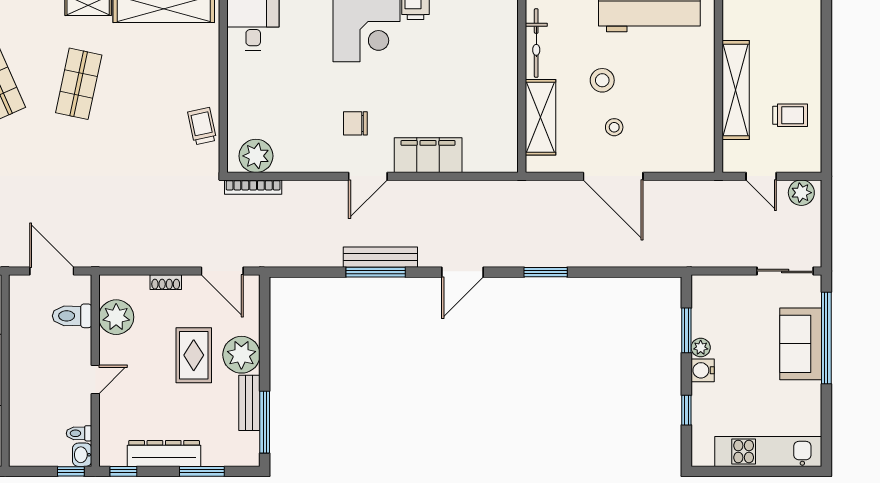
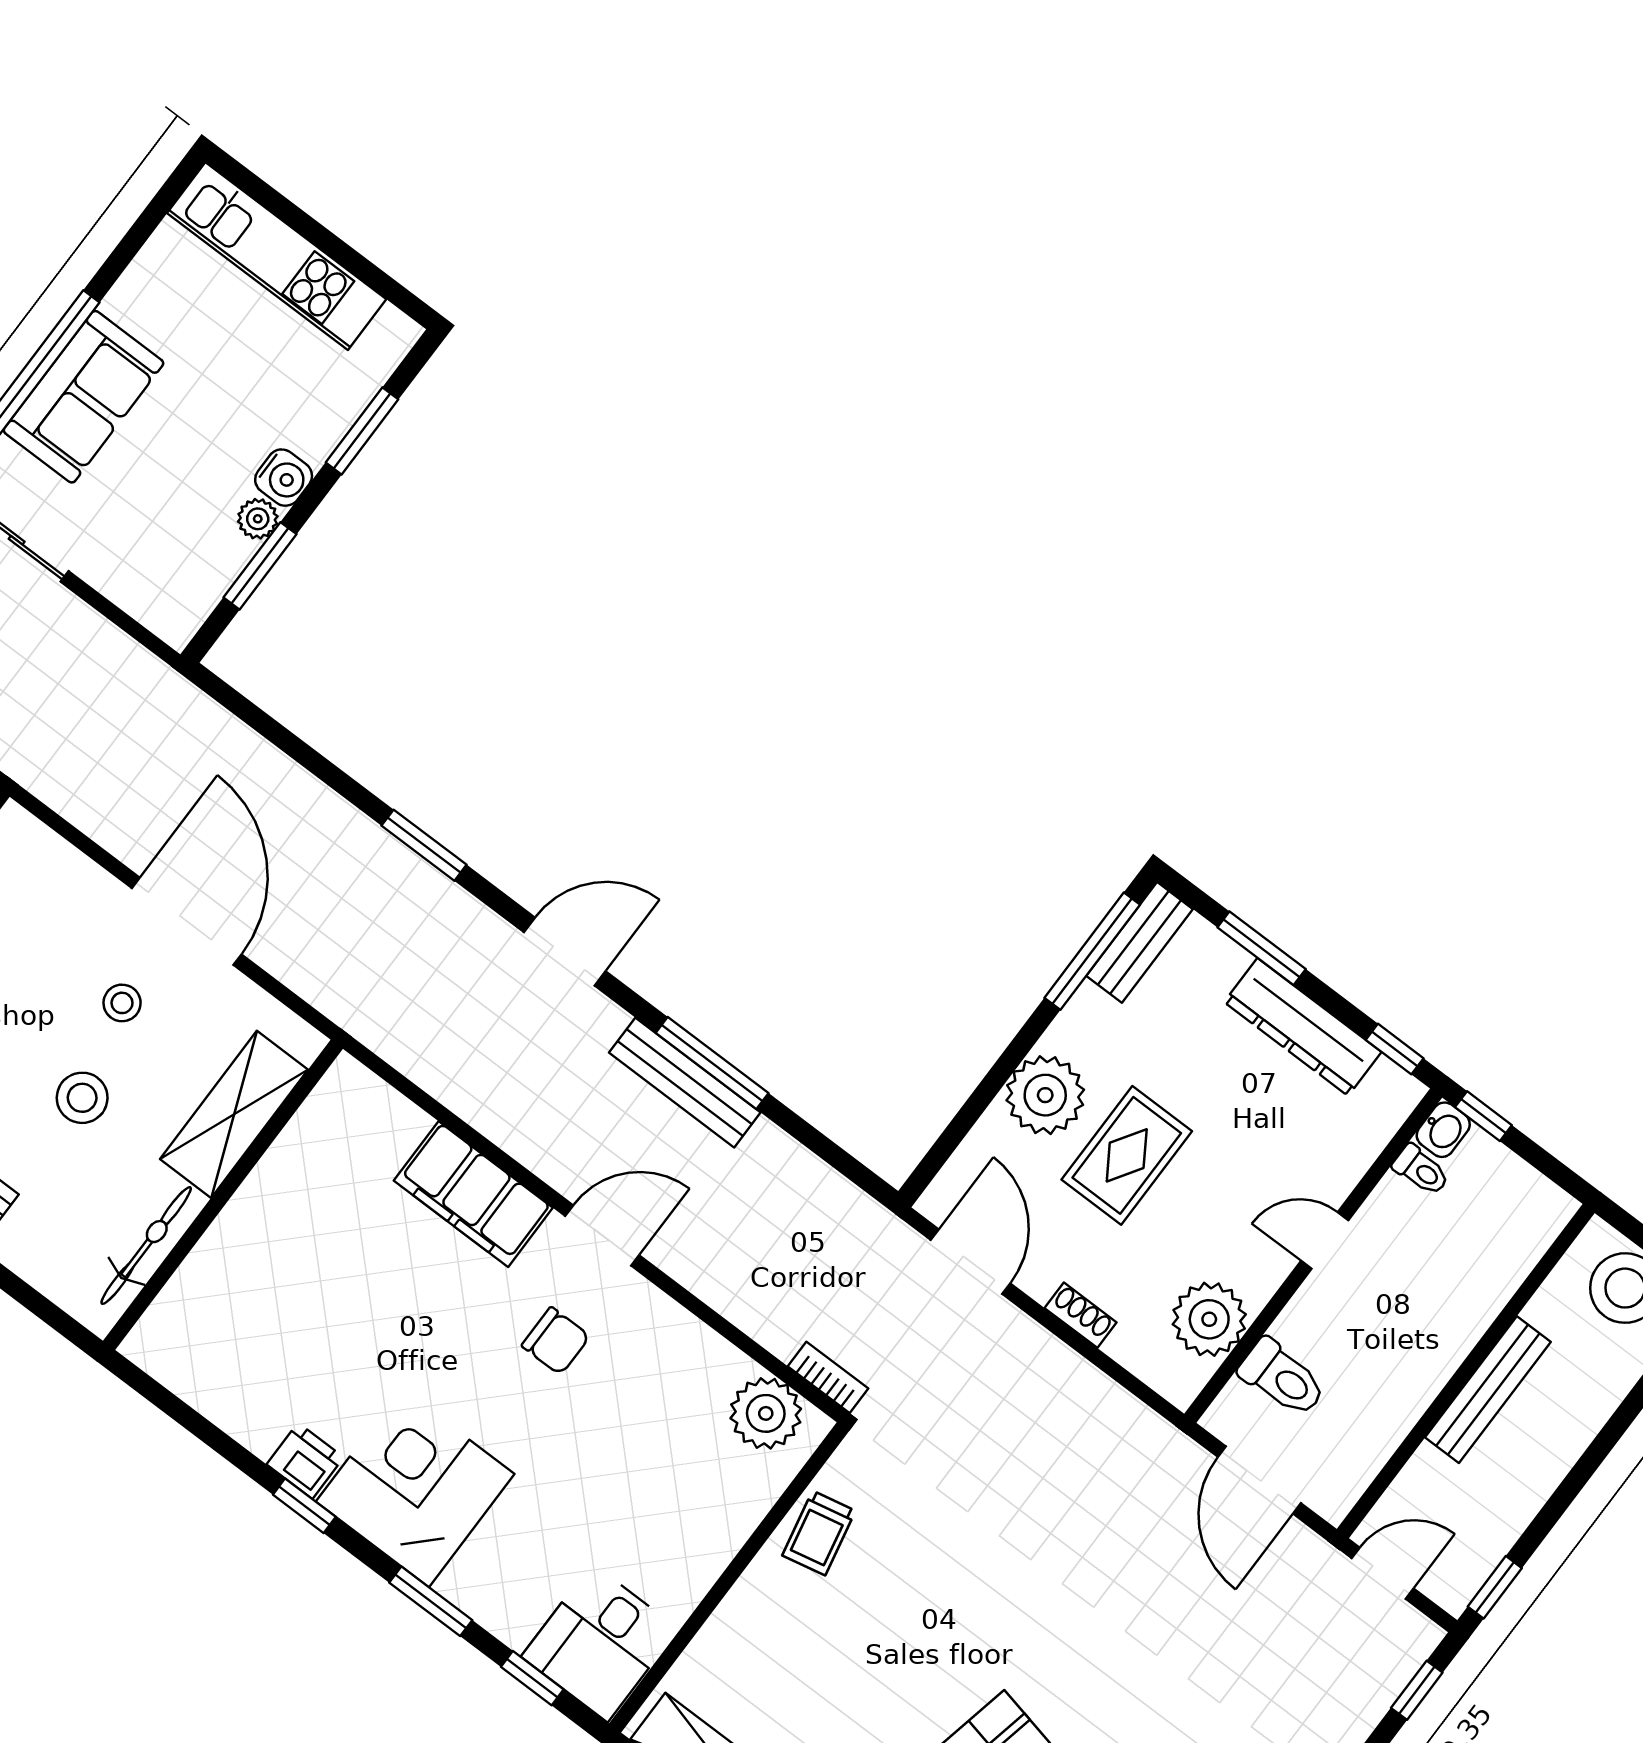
bookcase: (253, 187) -> (828, 1377), width x0.64
bench: (249, 403) -> (1140, 942), moved
window: (686, 410) -> (362, 431), width x1.50

